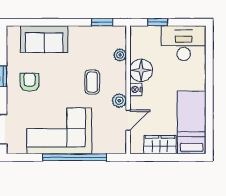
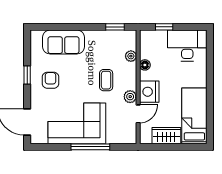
floor lamp: (141, 70) -> (145, 65), width x0.53, depth x0.53
nightstand: (136, 89) -> (149, 92), width x1.89, depth x1.79
window: (74, 157) -> (90, 147), width x0.68

